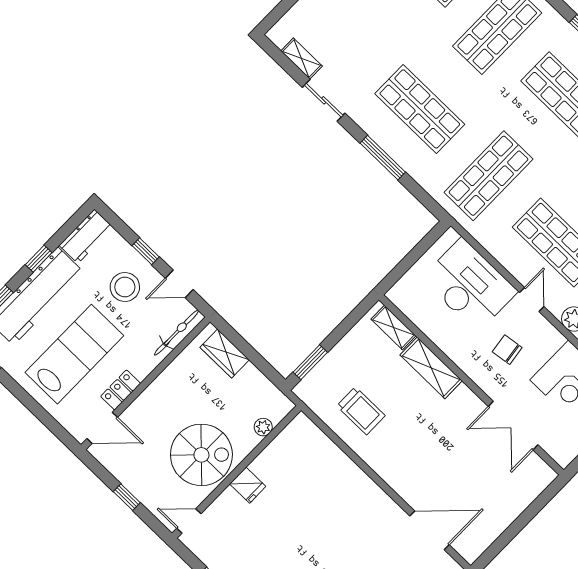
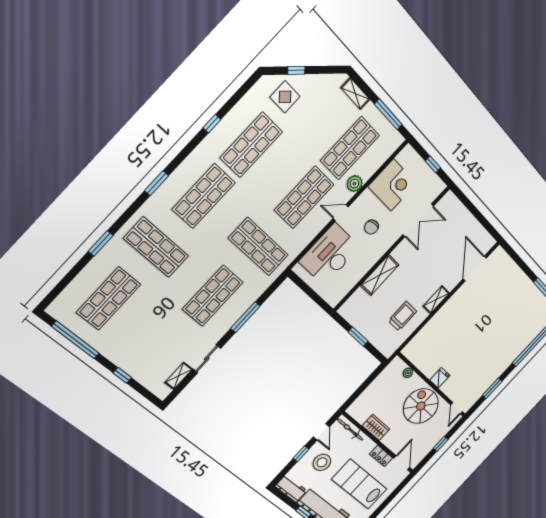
shelving: (393, 327) -> (436, 300), moved
wardrobe: (225, 354) -> (376, 427), moved, turned -90
window: (310, 362) -> (358, 337), moved

